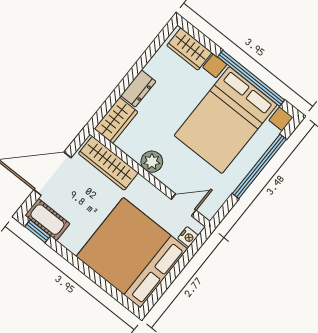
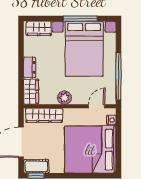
window: (251, 78) -> (80, 19), width x0.68
window: (259, 166) -> (118, 76), moved

